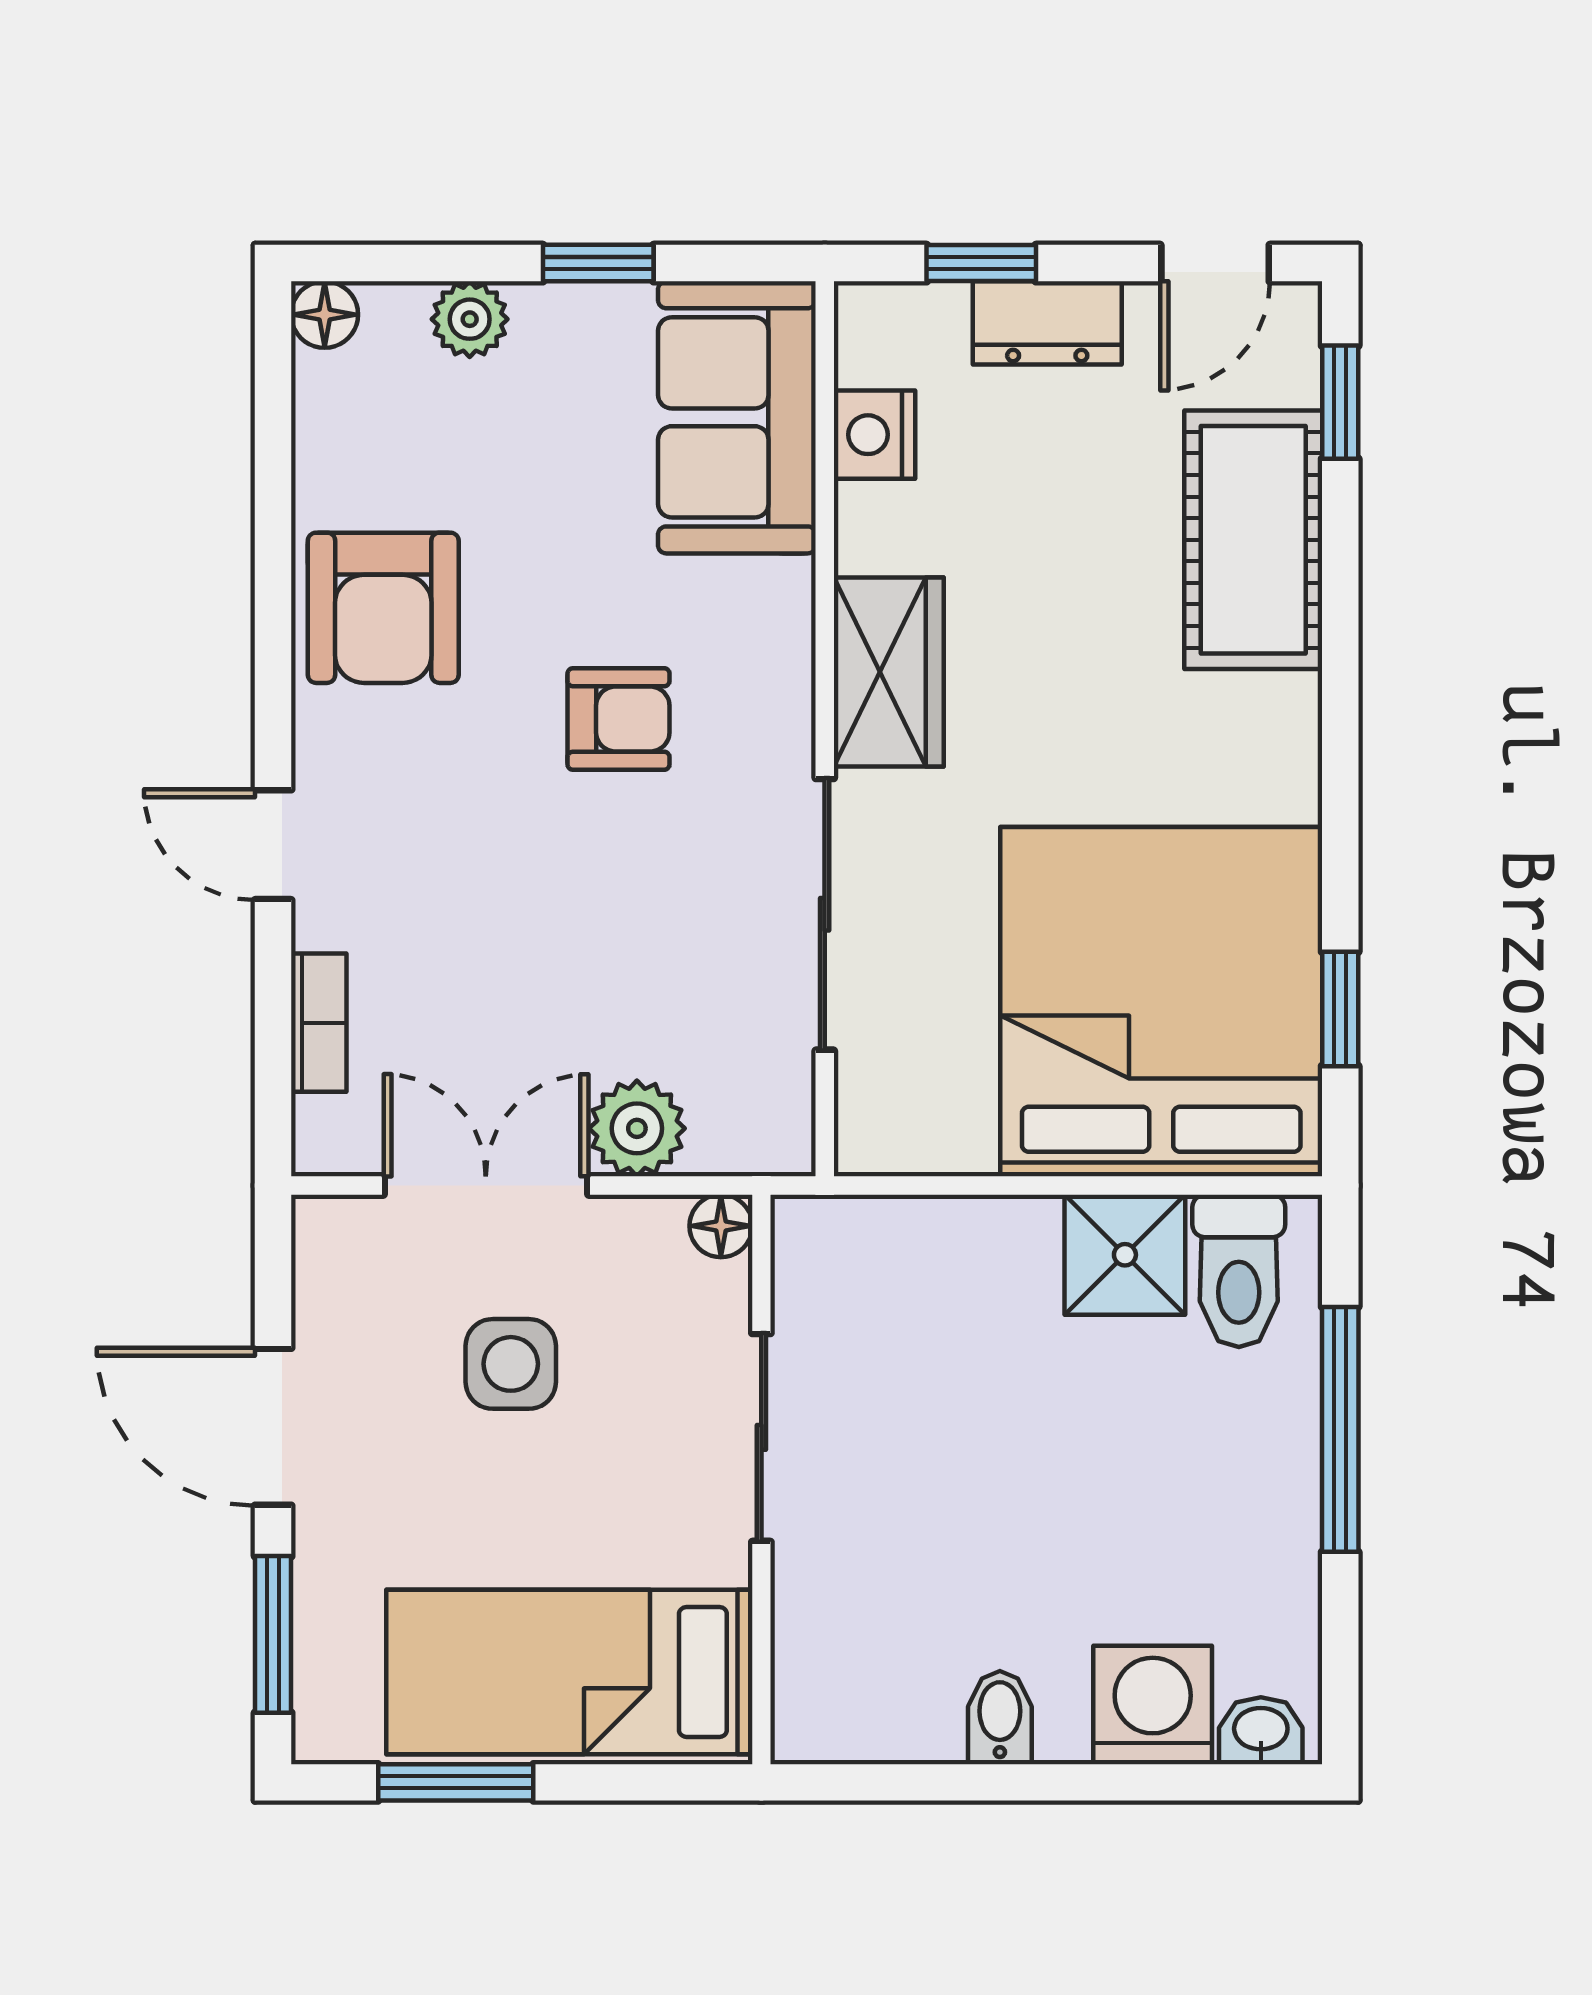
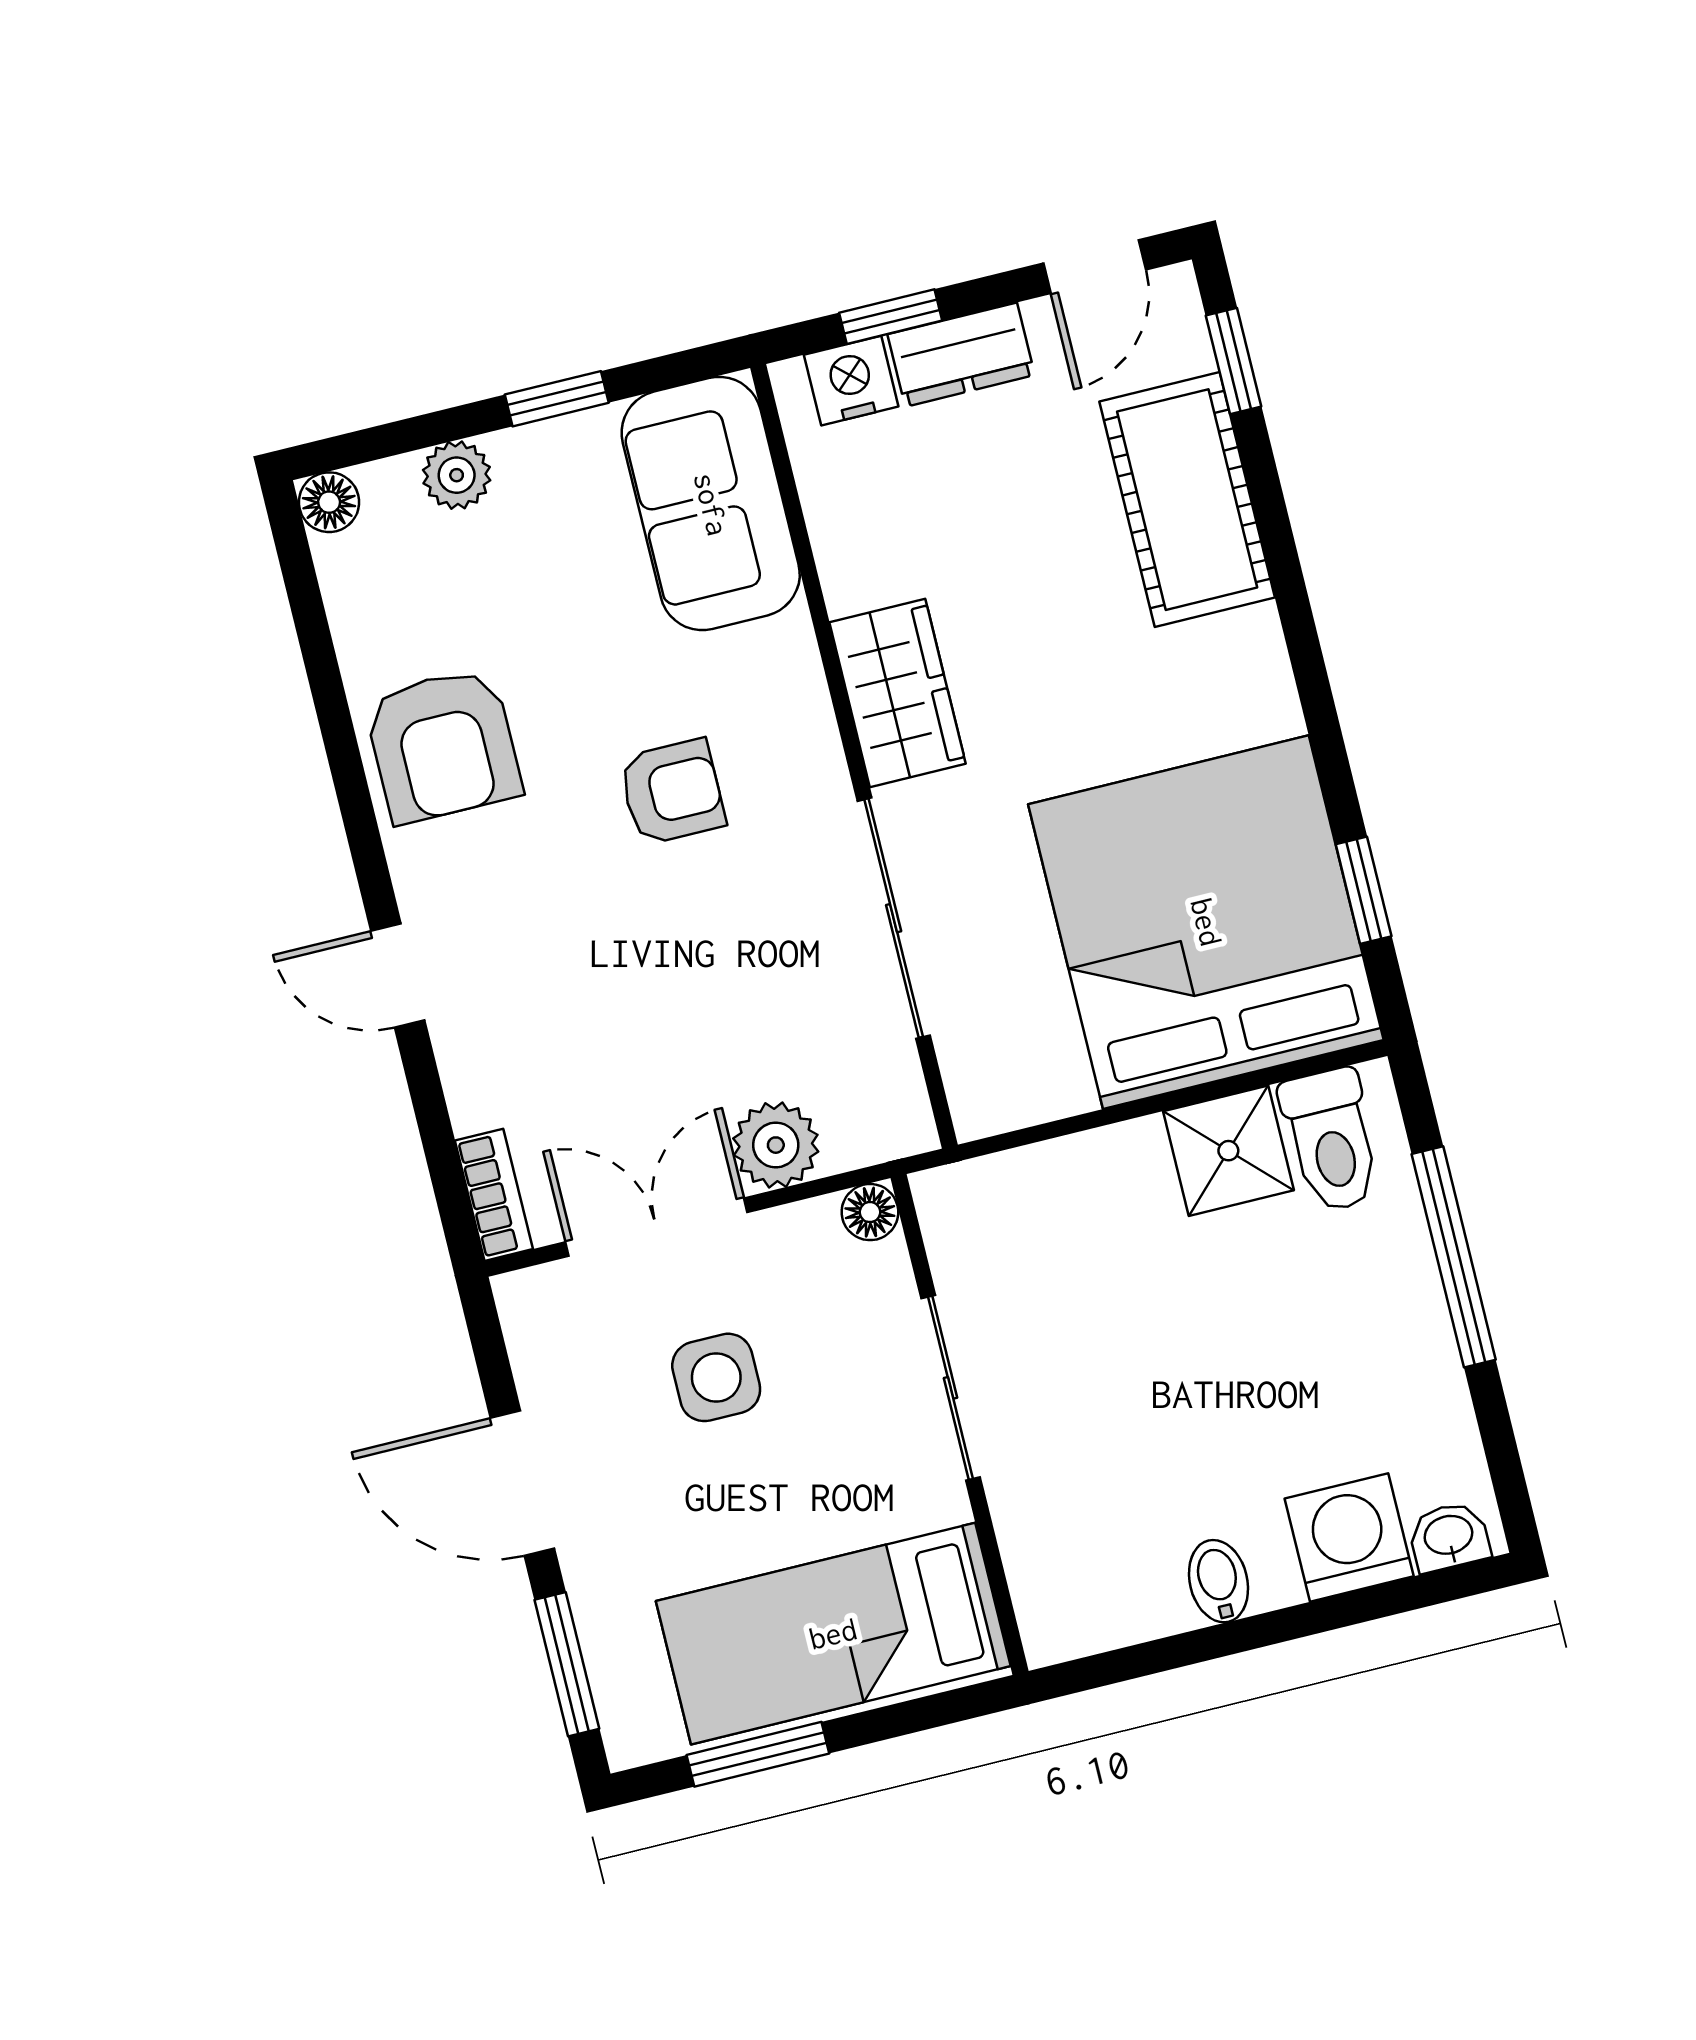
nightstand: (874, 435) -> (851, 381), moved, turned 90
bookcase: (319, 1023) -> (494, 1195), moved

